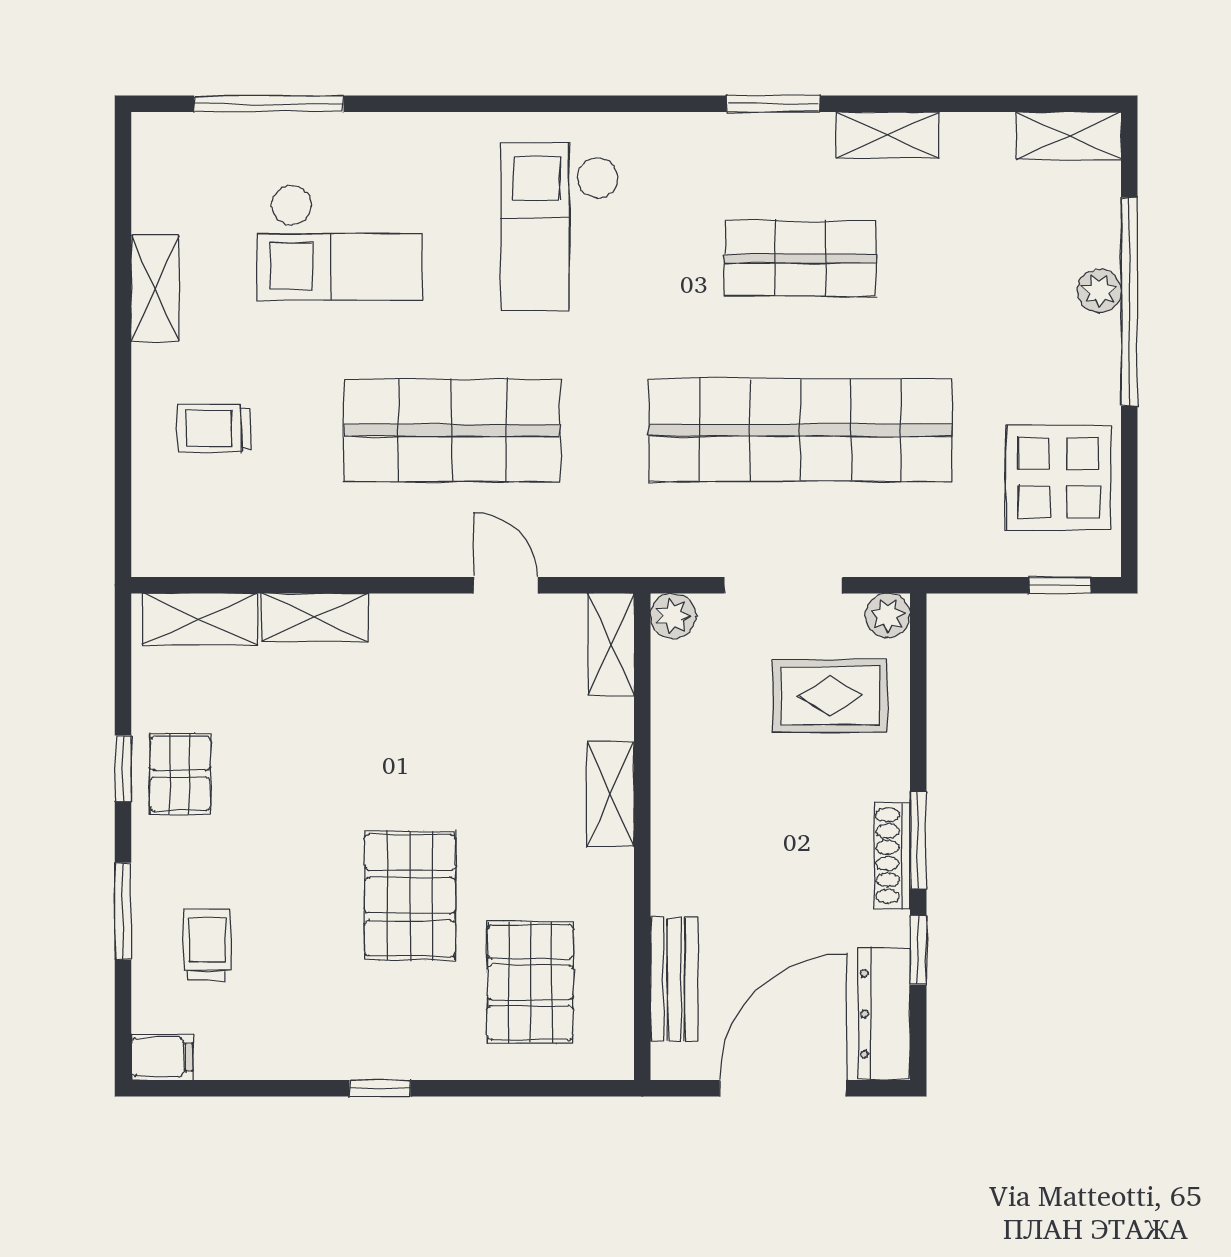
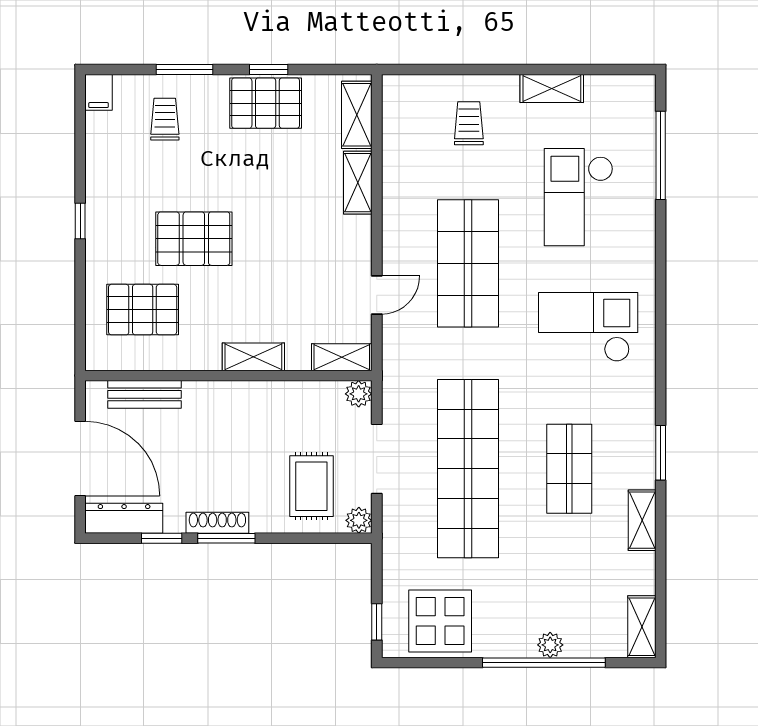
pallet: (180, 774) -> (266, 103), width x1.50, depth x1.42
trolley: (207, 945) -> (165, 119), turned -90

